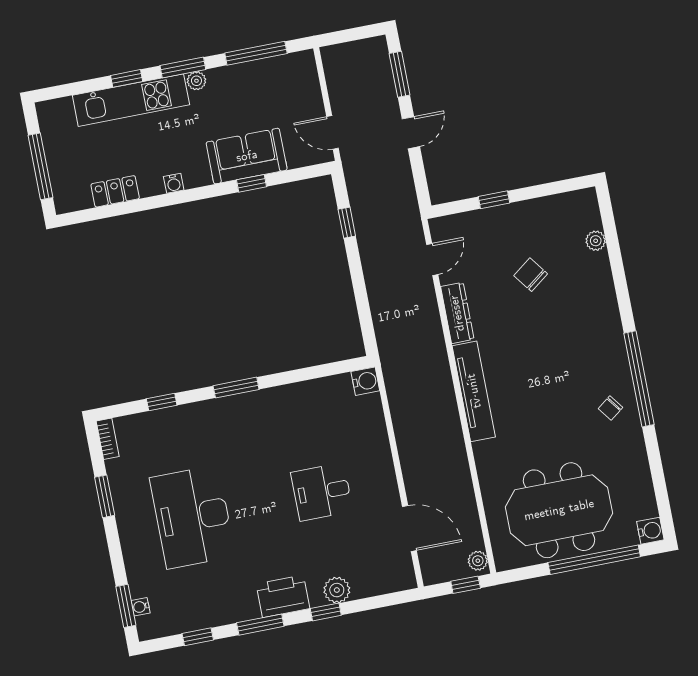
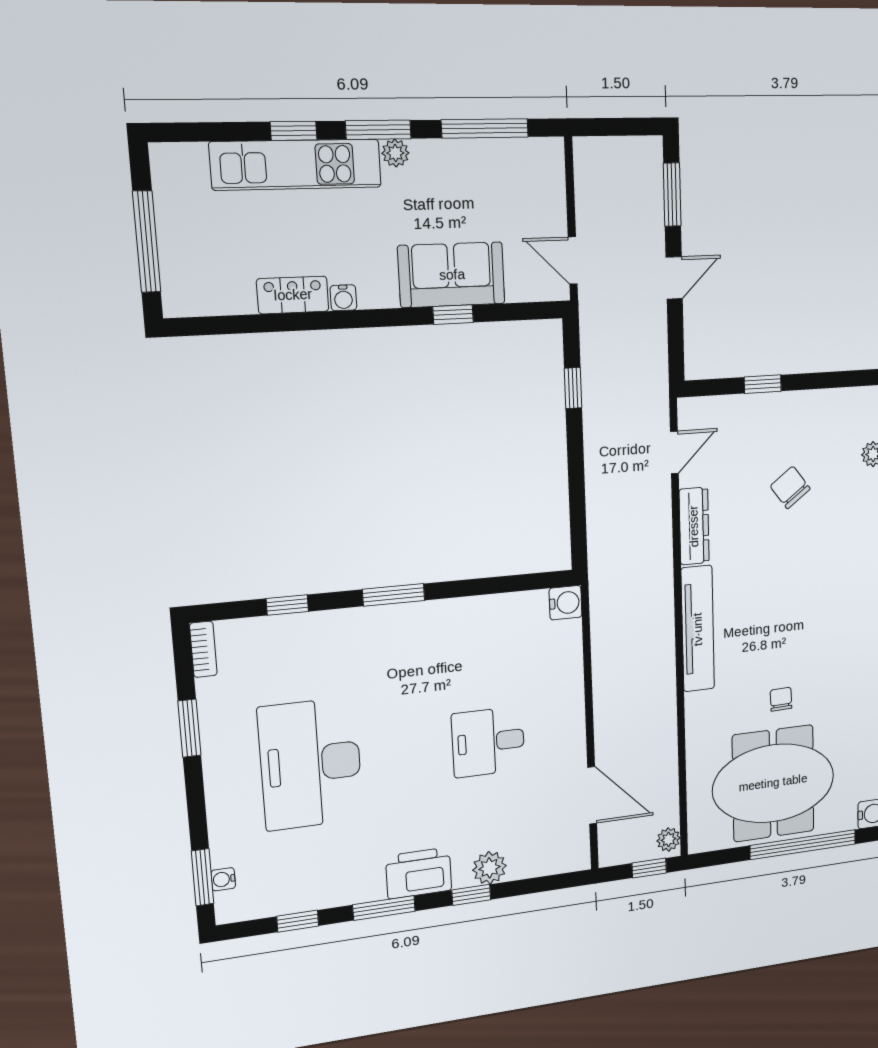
locker: (115, 191) -> (293, 295), moved
chair: (610, 408) -> (781, 699), moved, turned 125

